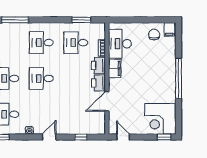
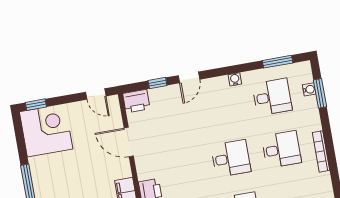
printer: (98, 83) -> (136, 101), moved, turned 90
door: (107, 101) -> (129, 142), swing flipped
door: (49, 137) -> (189, 77), moved

